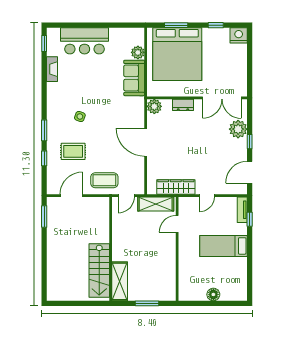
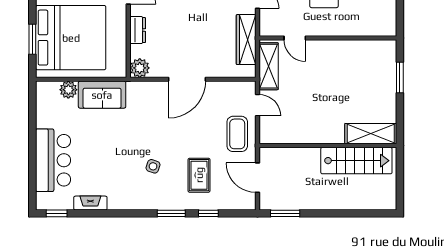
wall: (111, 249) -> (328, 146), moved
stairs: (99, 270) -> (356, 161), moved
shelving: (120, 281) -> (371, 134), moved

